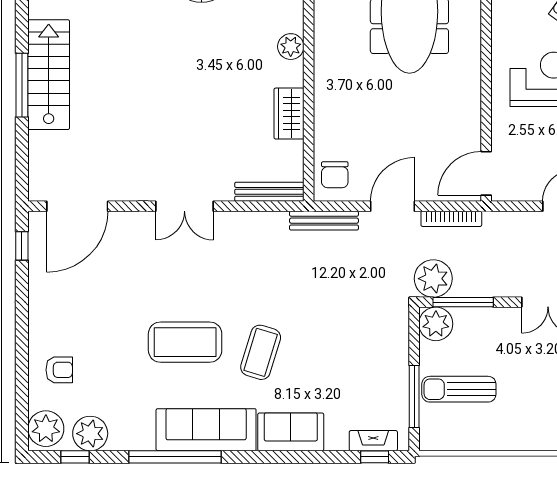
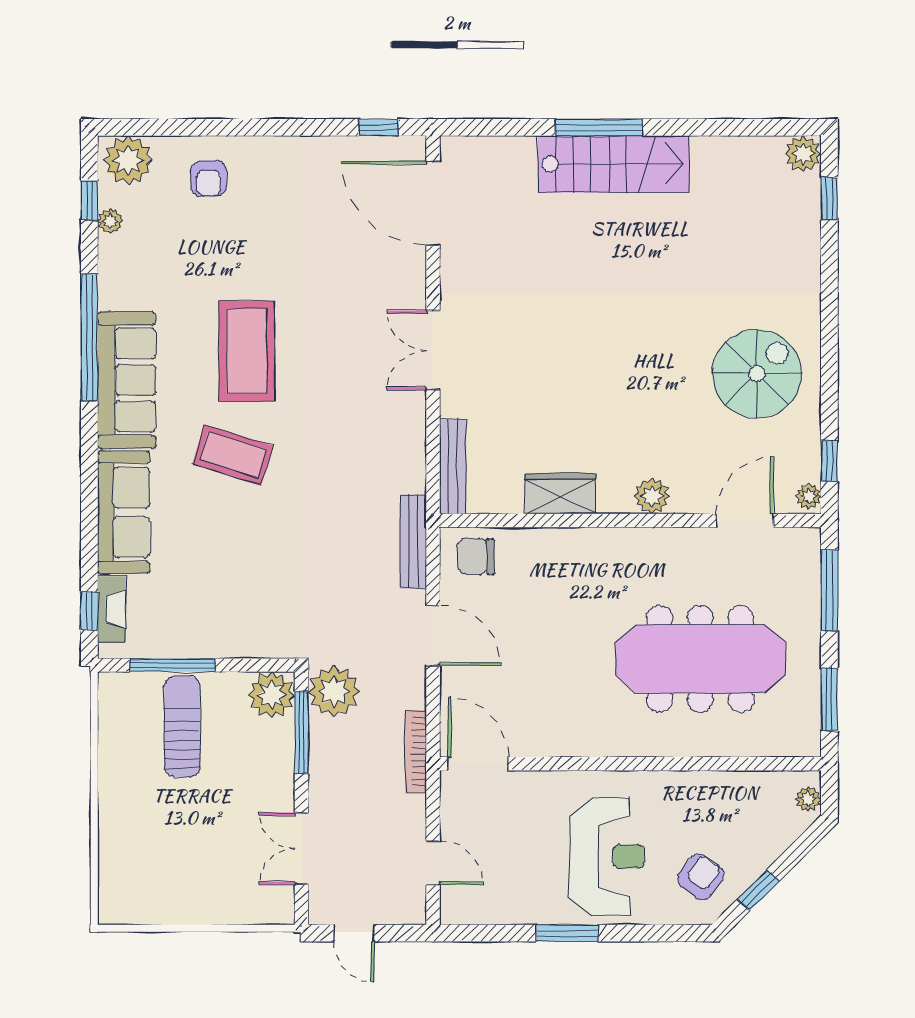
bookcase: (451, 219) -> (416, 752), moved
sofa: (291, 432) -> (124, 512), width x1.36
plant: (90, 434) -> (110, 221), width x0.53, depth x0.53

